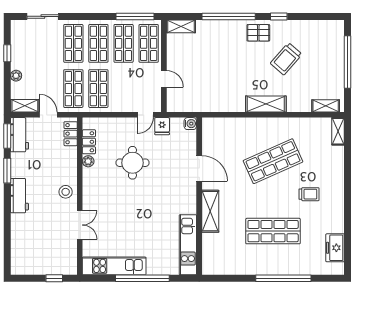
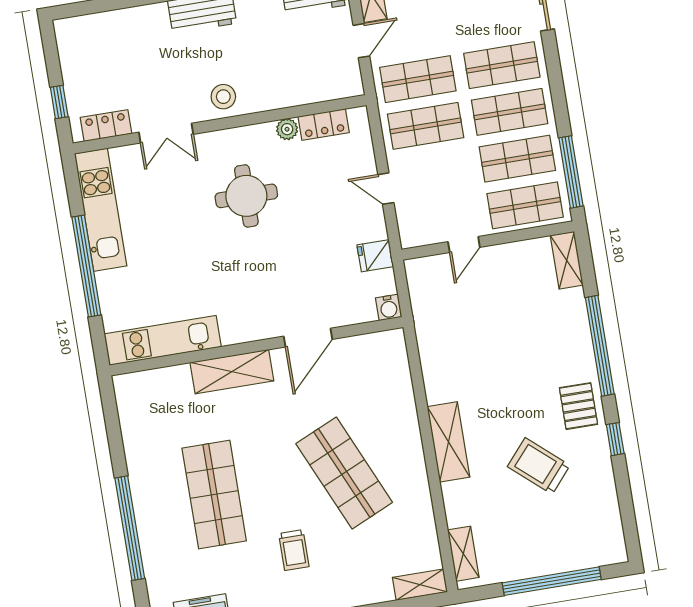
door: (145, 115) -> (386, 189), moved
locker: (71, 134) -> (106, 126), moved
round table: (132, 163) -> (246, 196), moved

